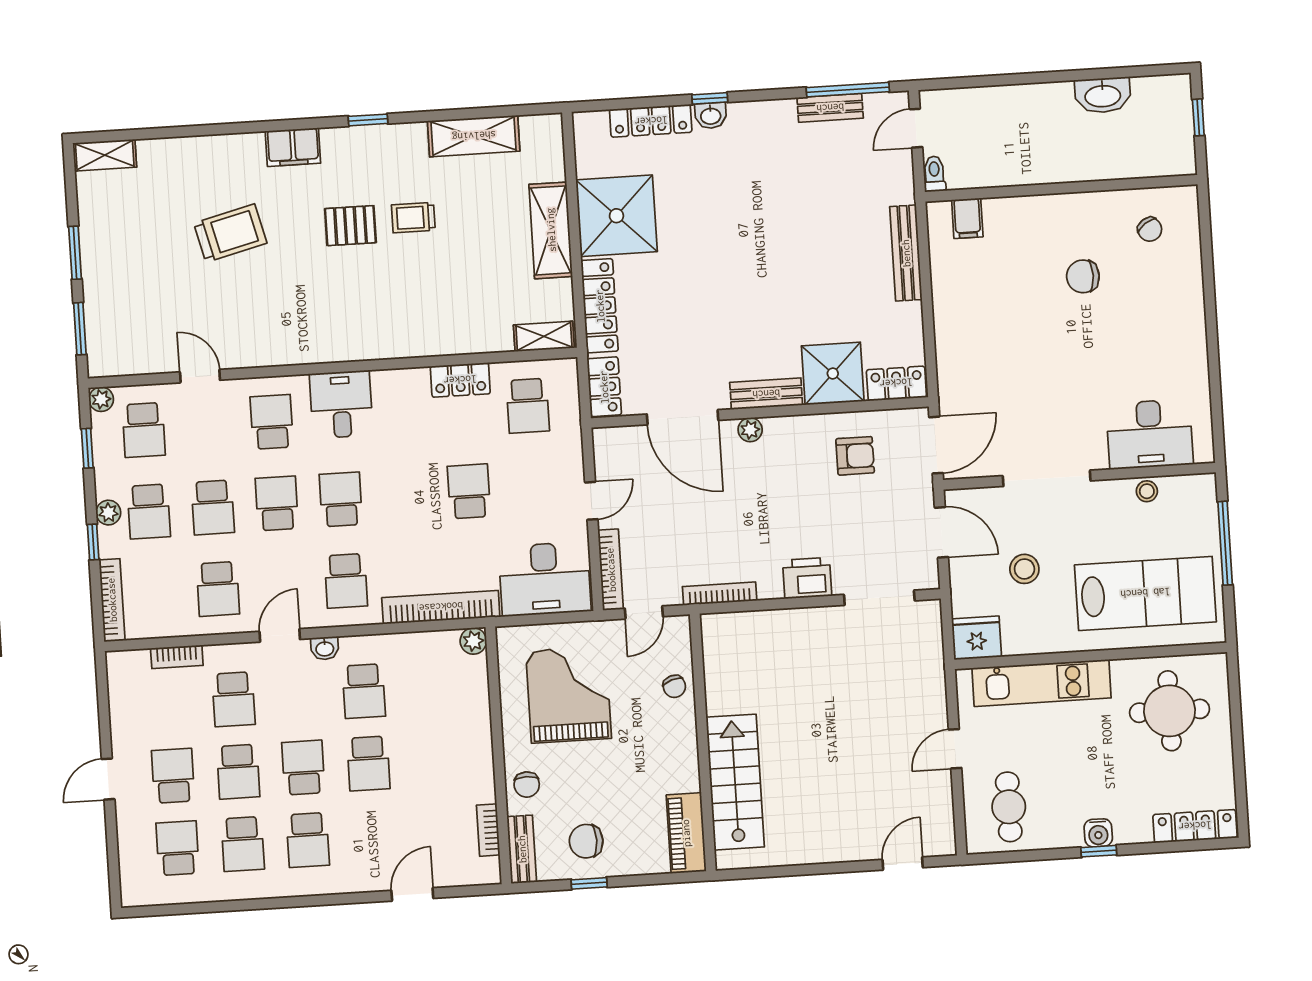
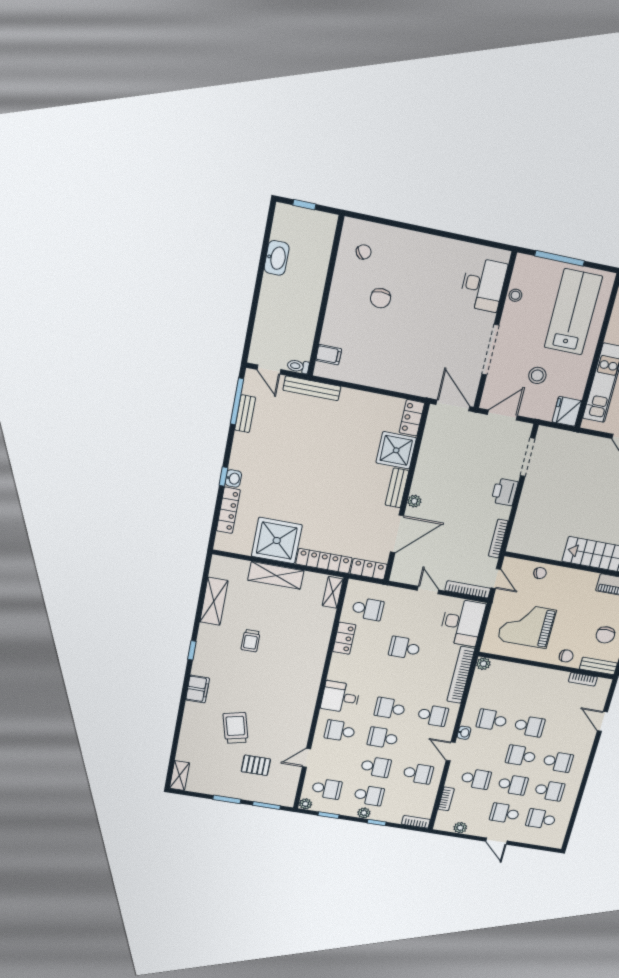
pallet: (350, 226) -> (256, 765), moved, turned 90
bench: (906, 253) -> (312, 388), moved
armchair: (855, 456) -> (446, 450), removed
bookcase: (112, 600) -> (416, 822), width x0.64
school desk: (364, 691) -> (492, 720), turned 180
plant: (121, 702) -> (460, 828), added

